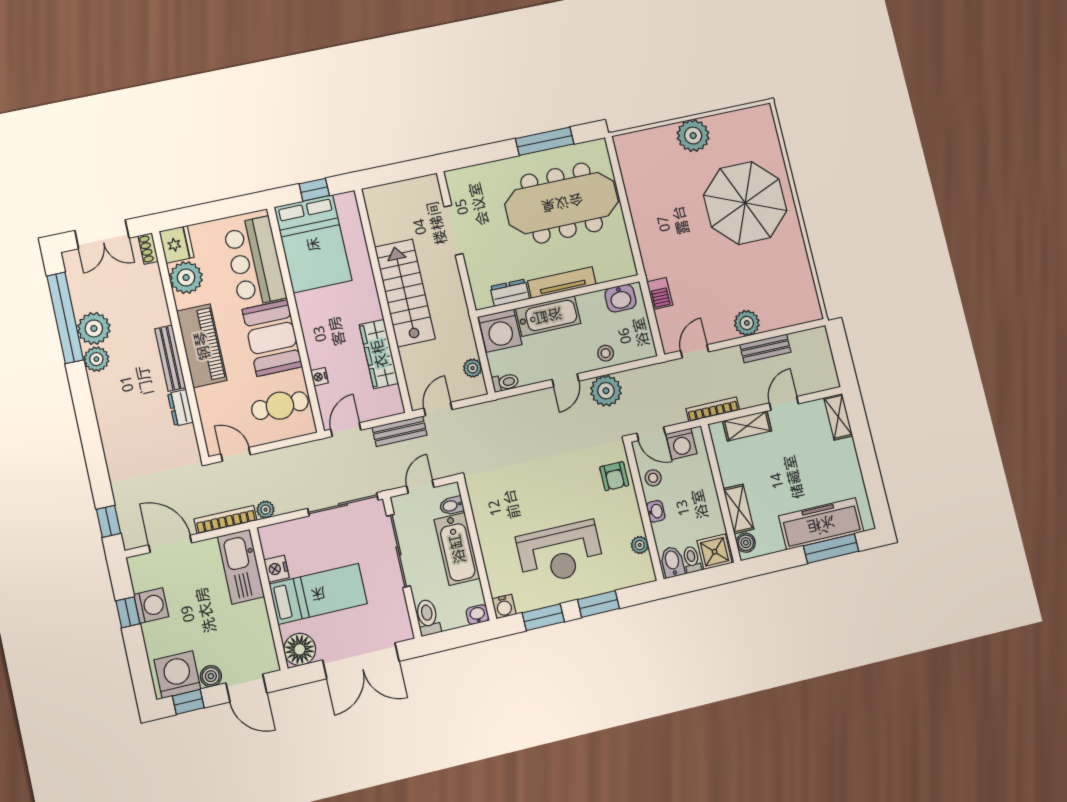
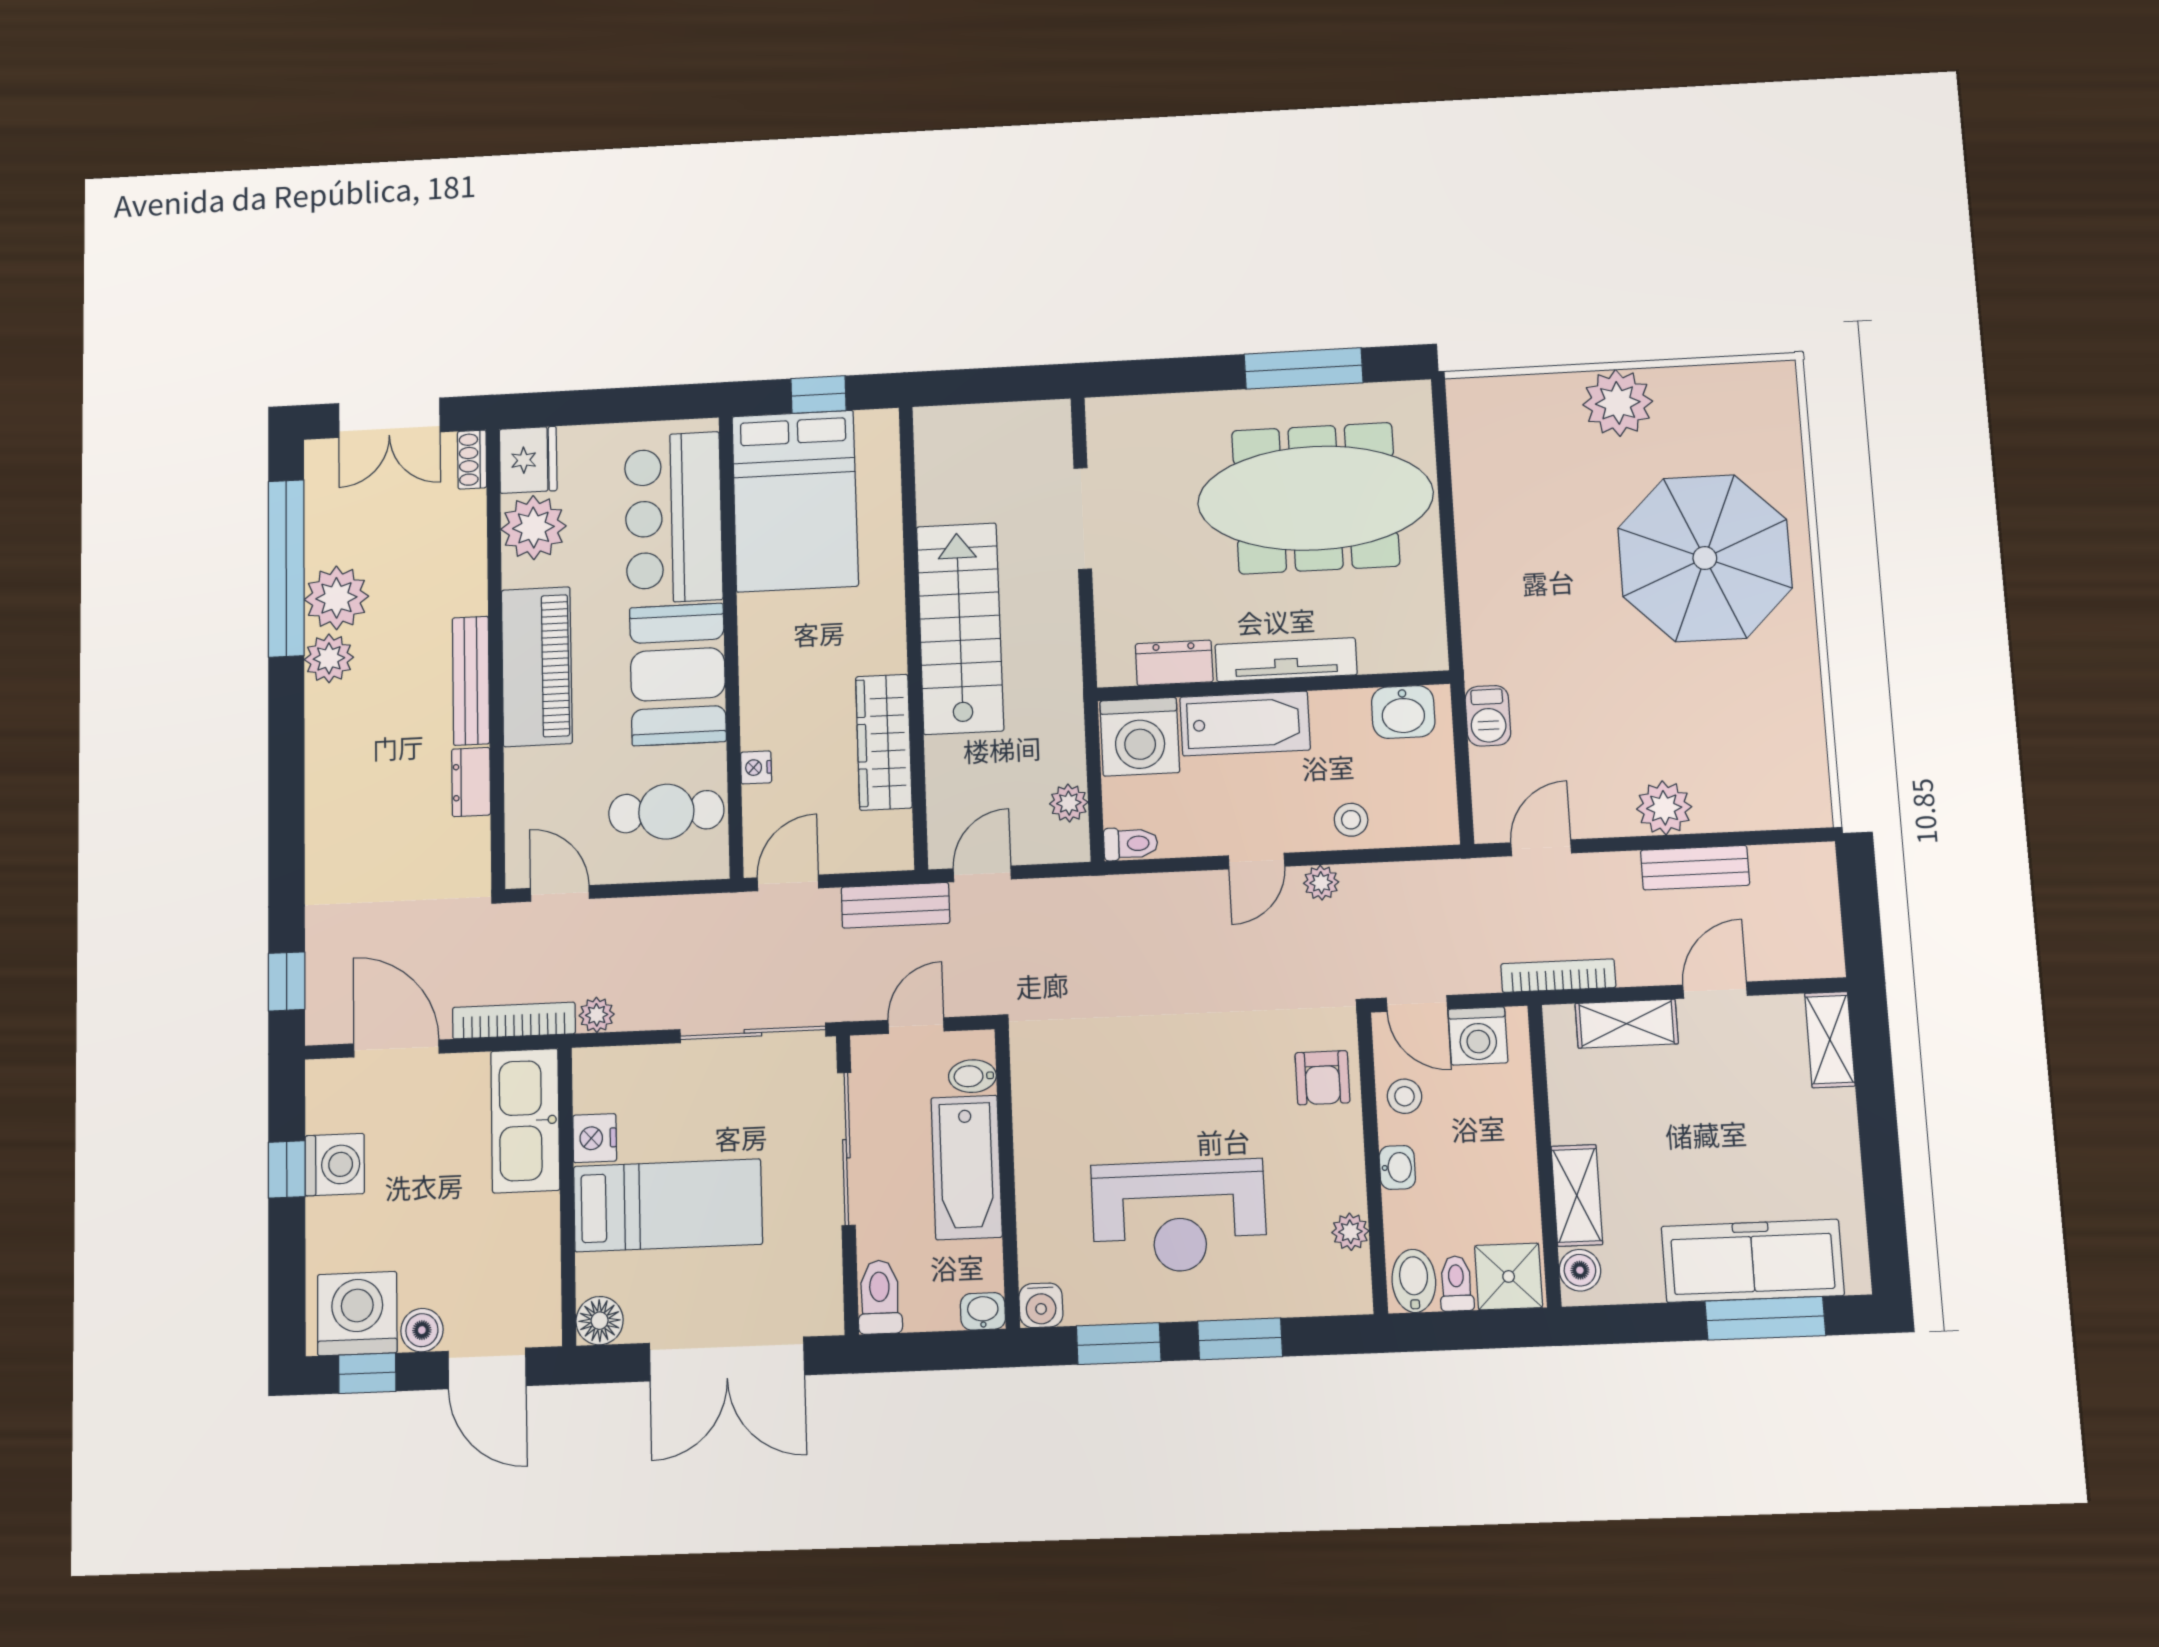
plant: (606, 391) -> (1321, 883), width x0.53, depth x0.53
floor lamp: (300, 649) -> (600, 1321), width x0.73, depth x0.73

